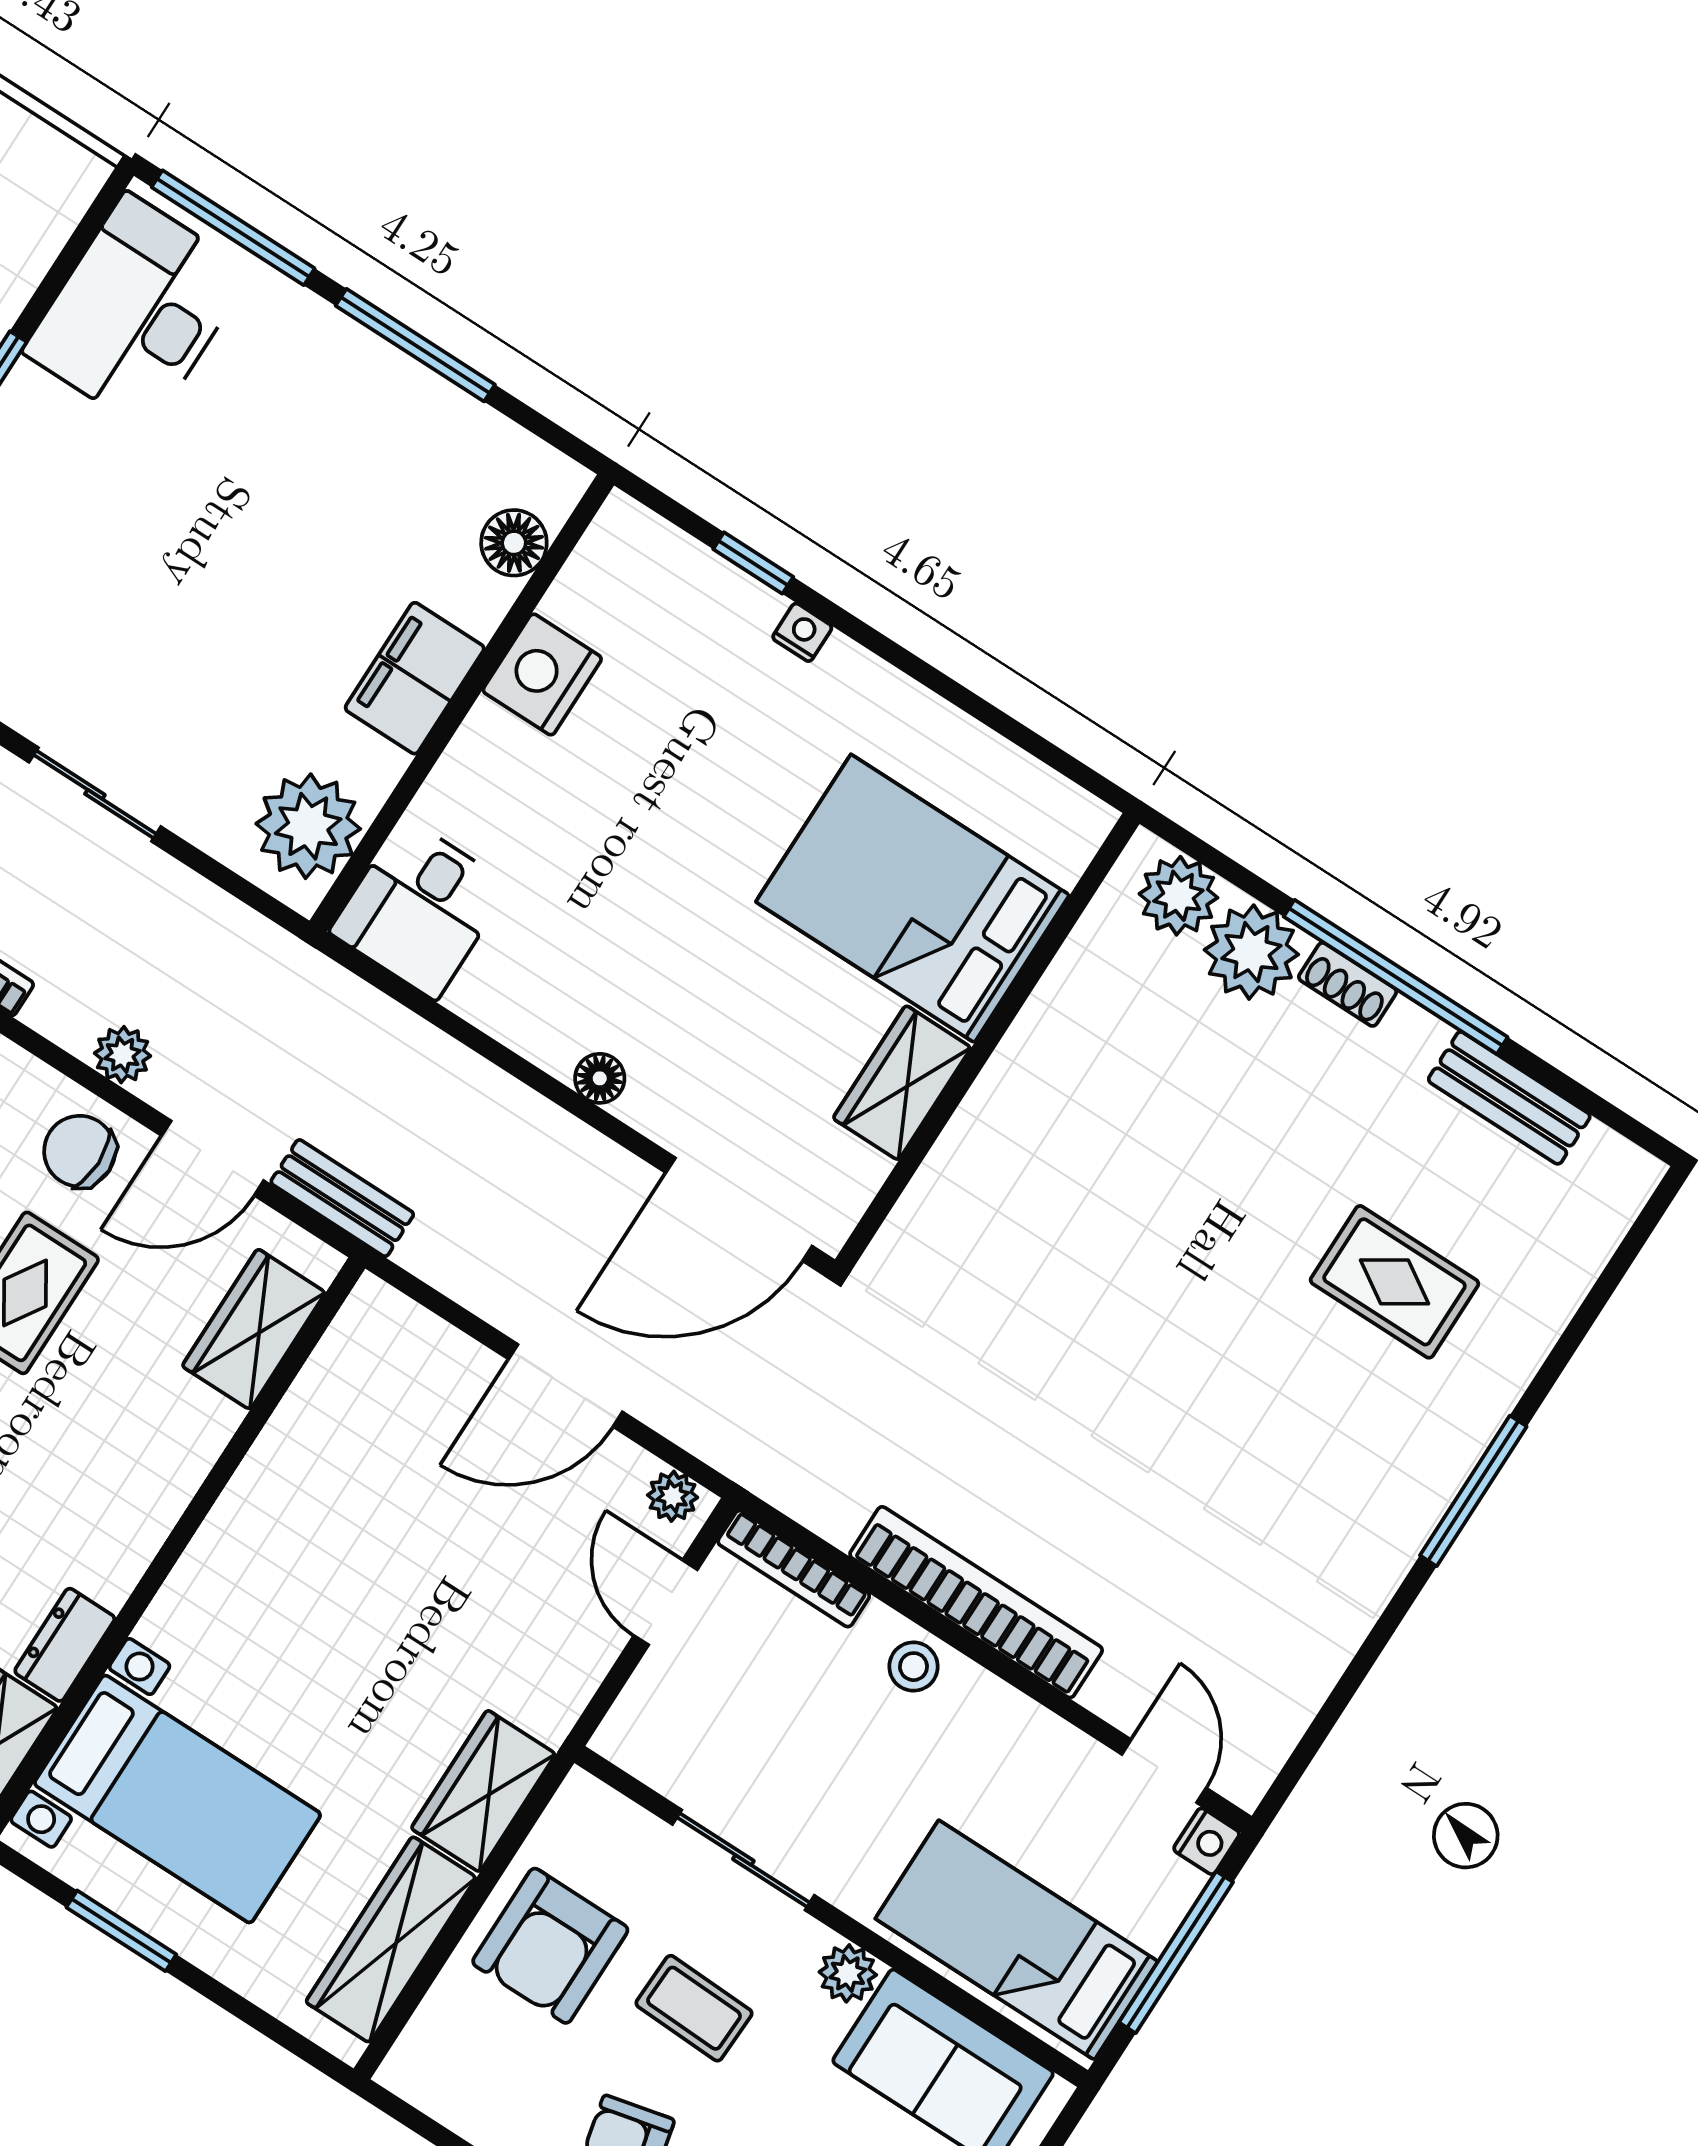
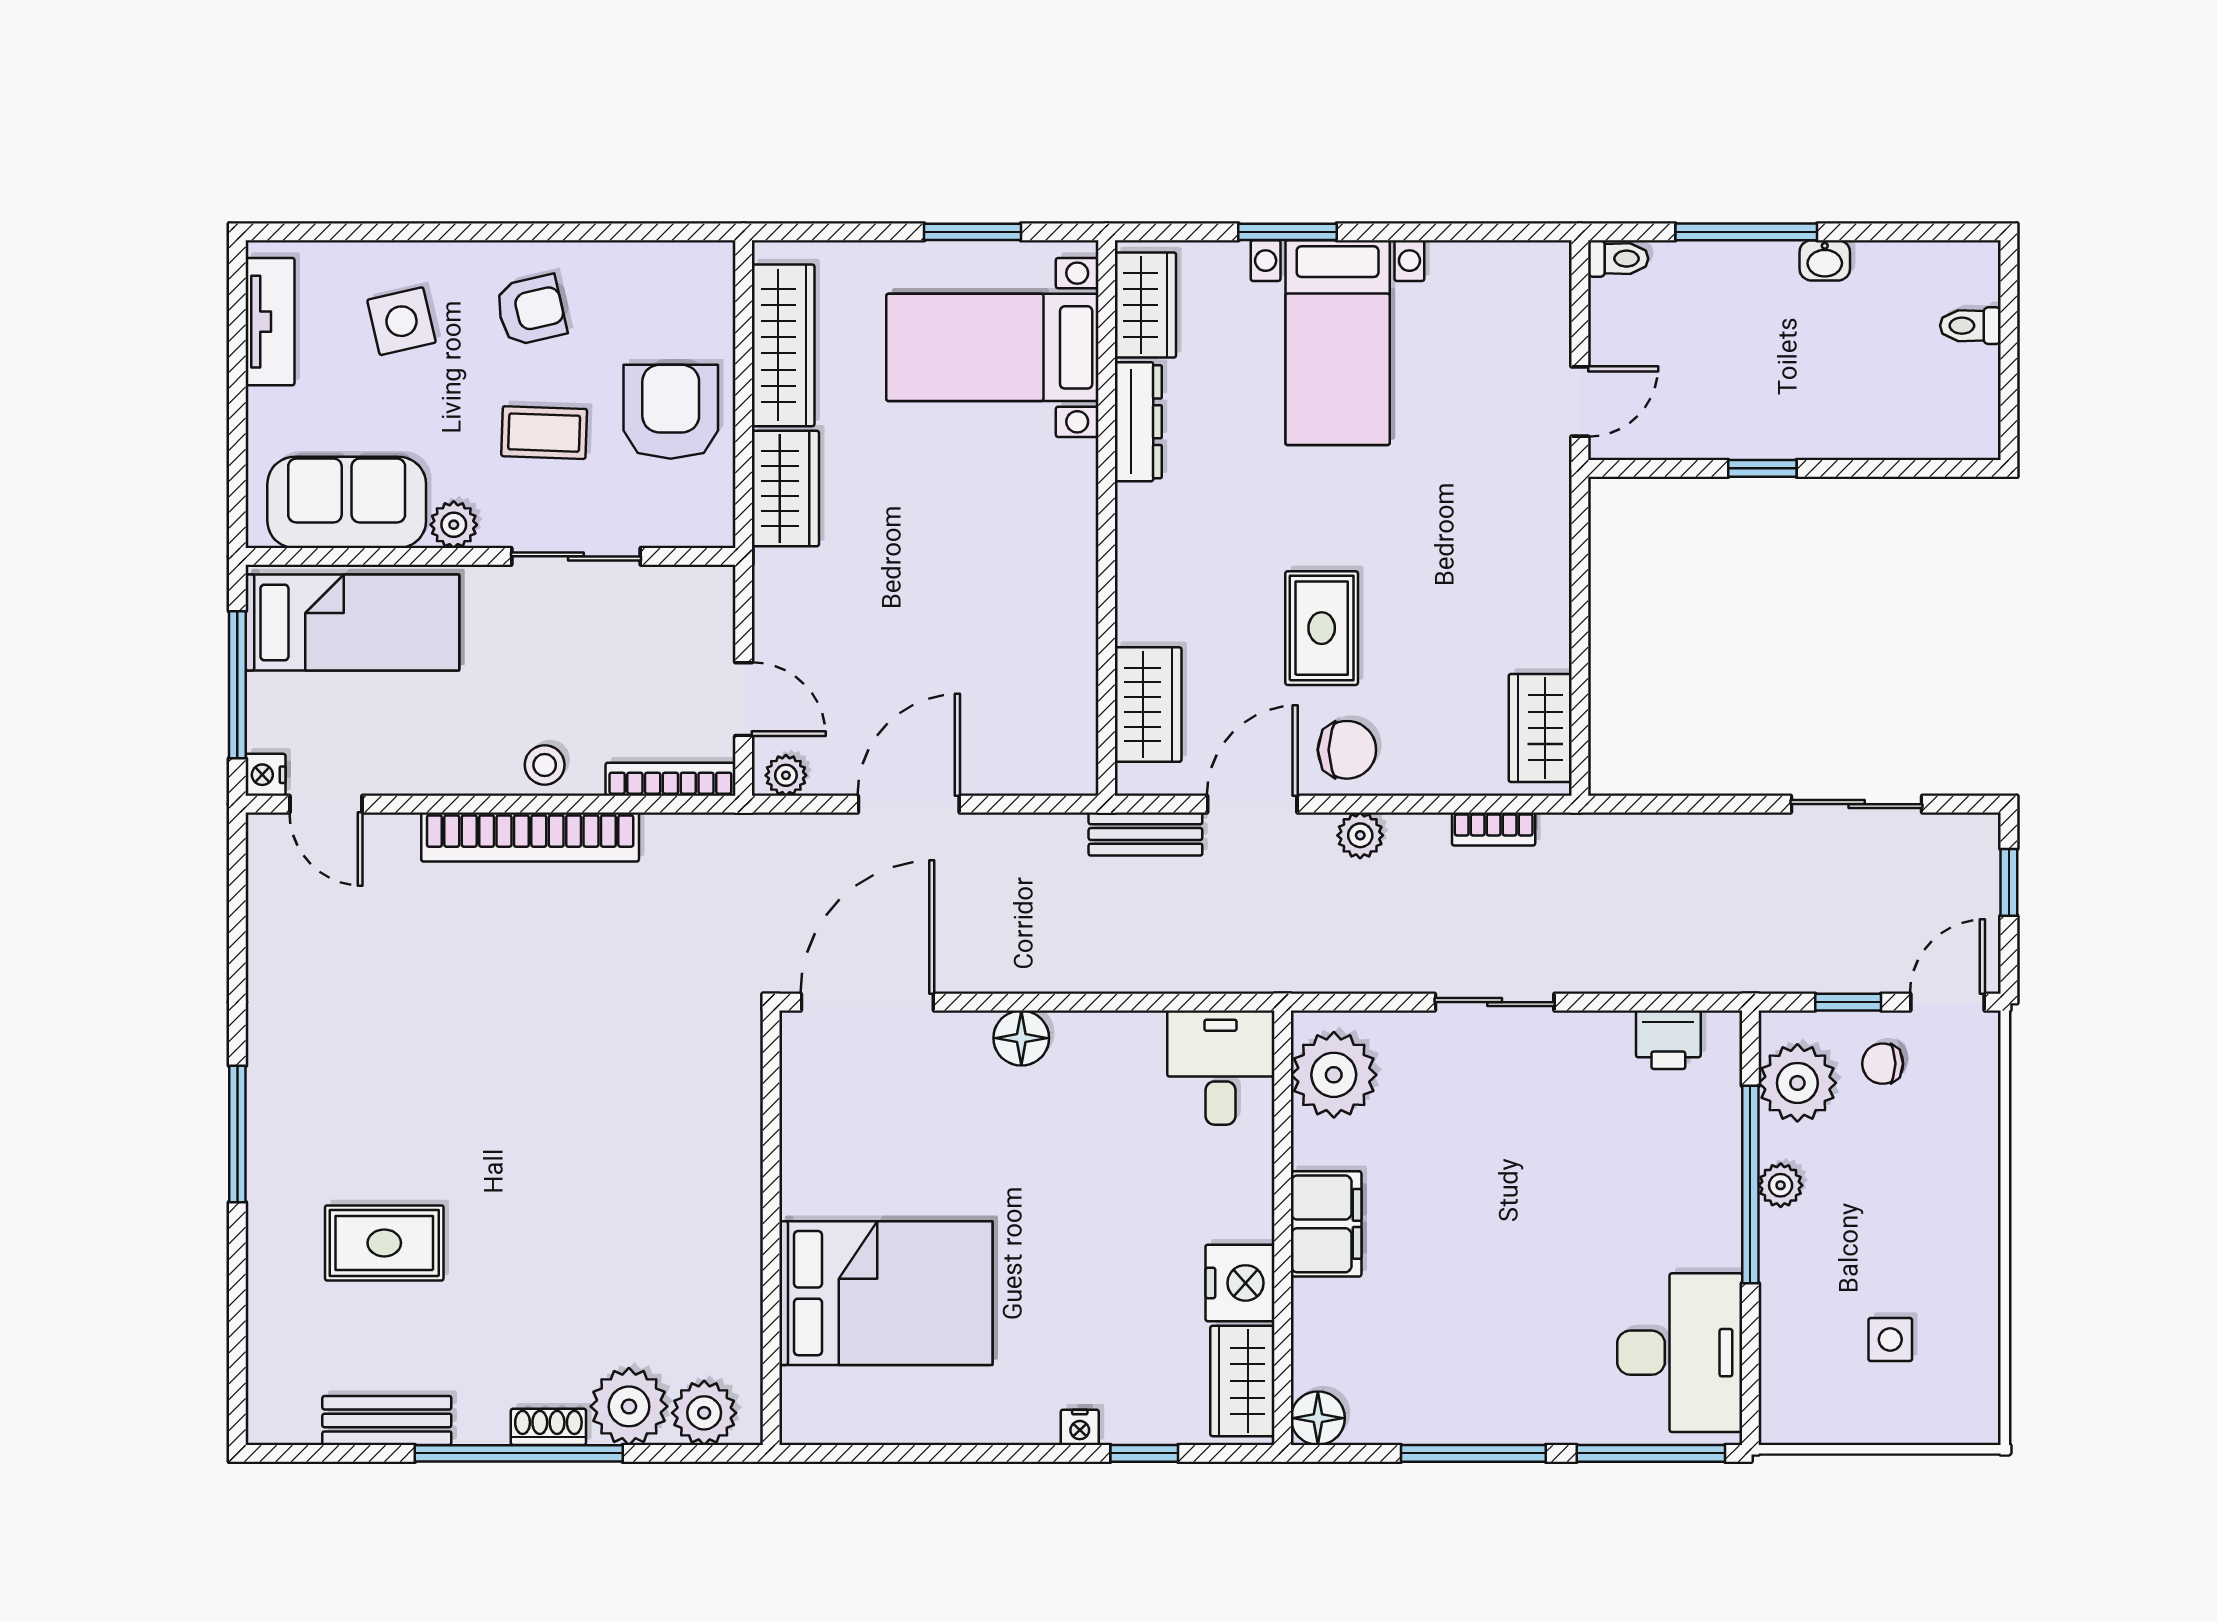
floor lamp: (514, 543) -> (1318, 1418), moved
floor lamp: (600, 1078) -> (1021, 1038), width x1.37, depth x1.37
wardrobe: (902, 1083) -> (1242, 1381), moved, turned 180
dresser: (65, 1645) -> (1138, 422), width x1.44

